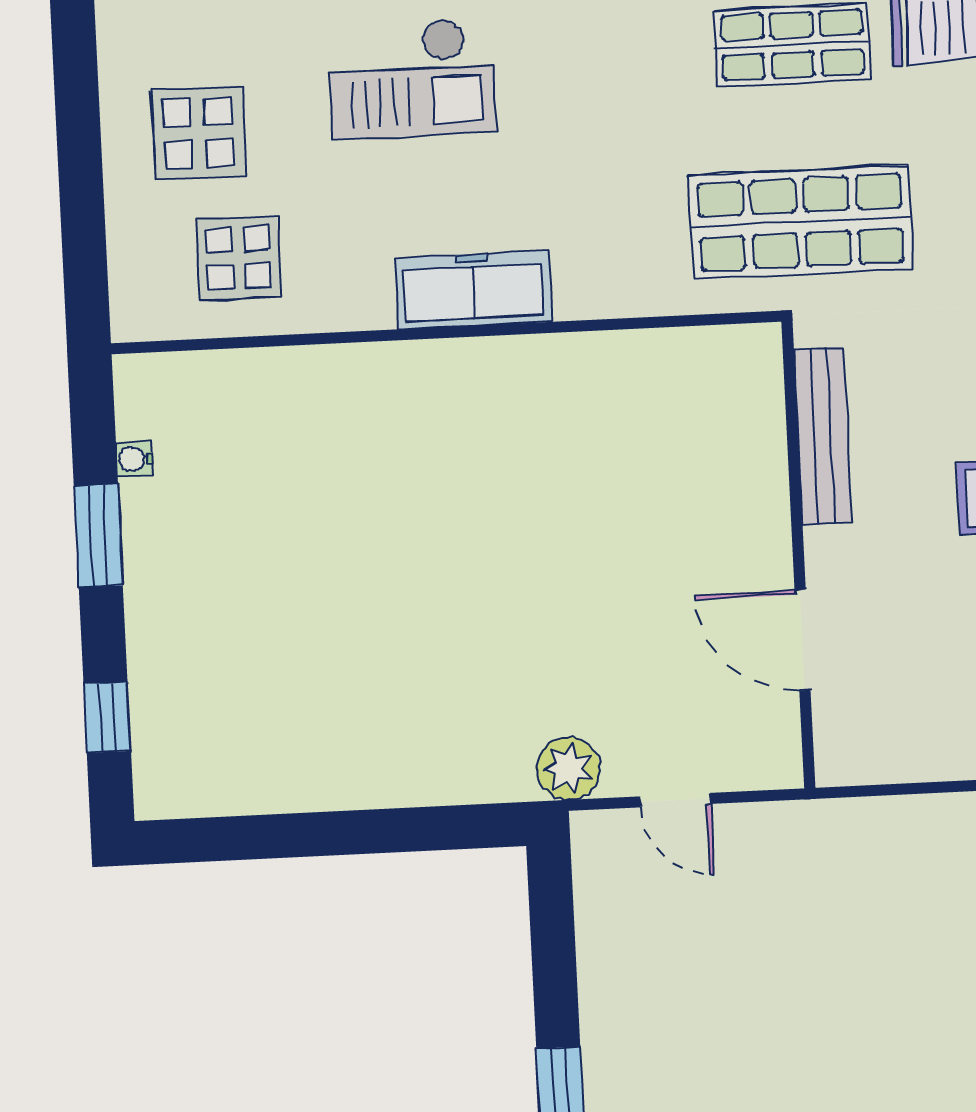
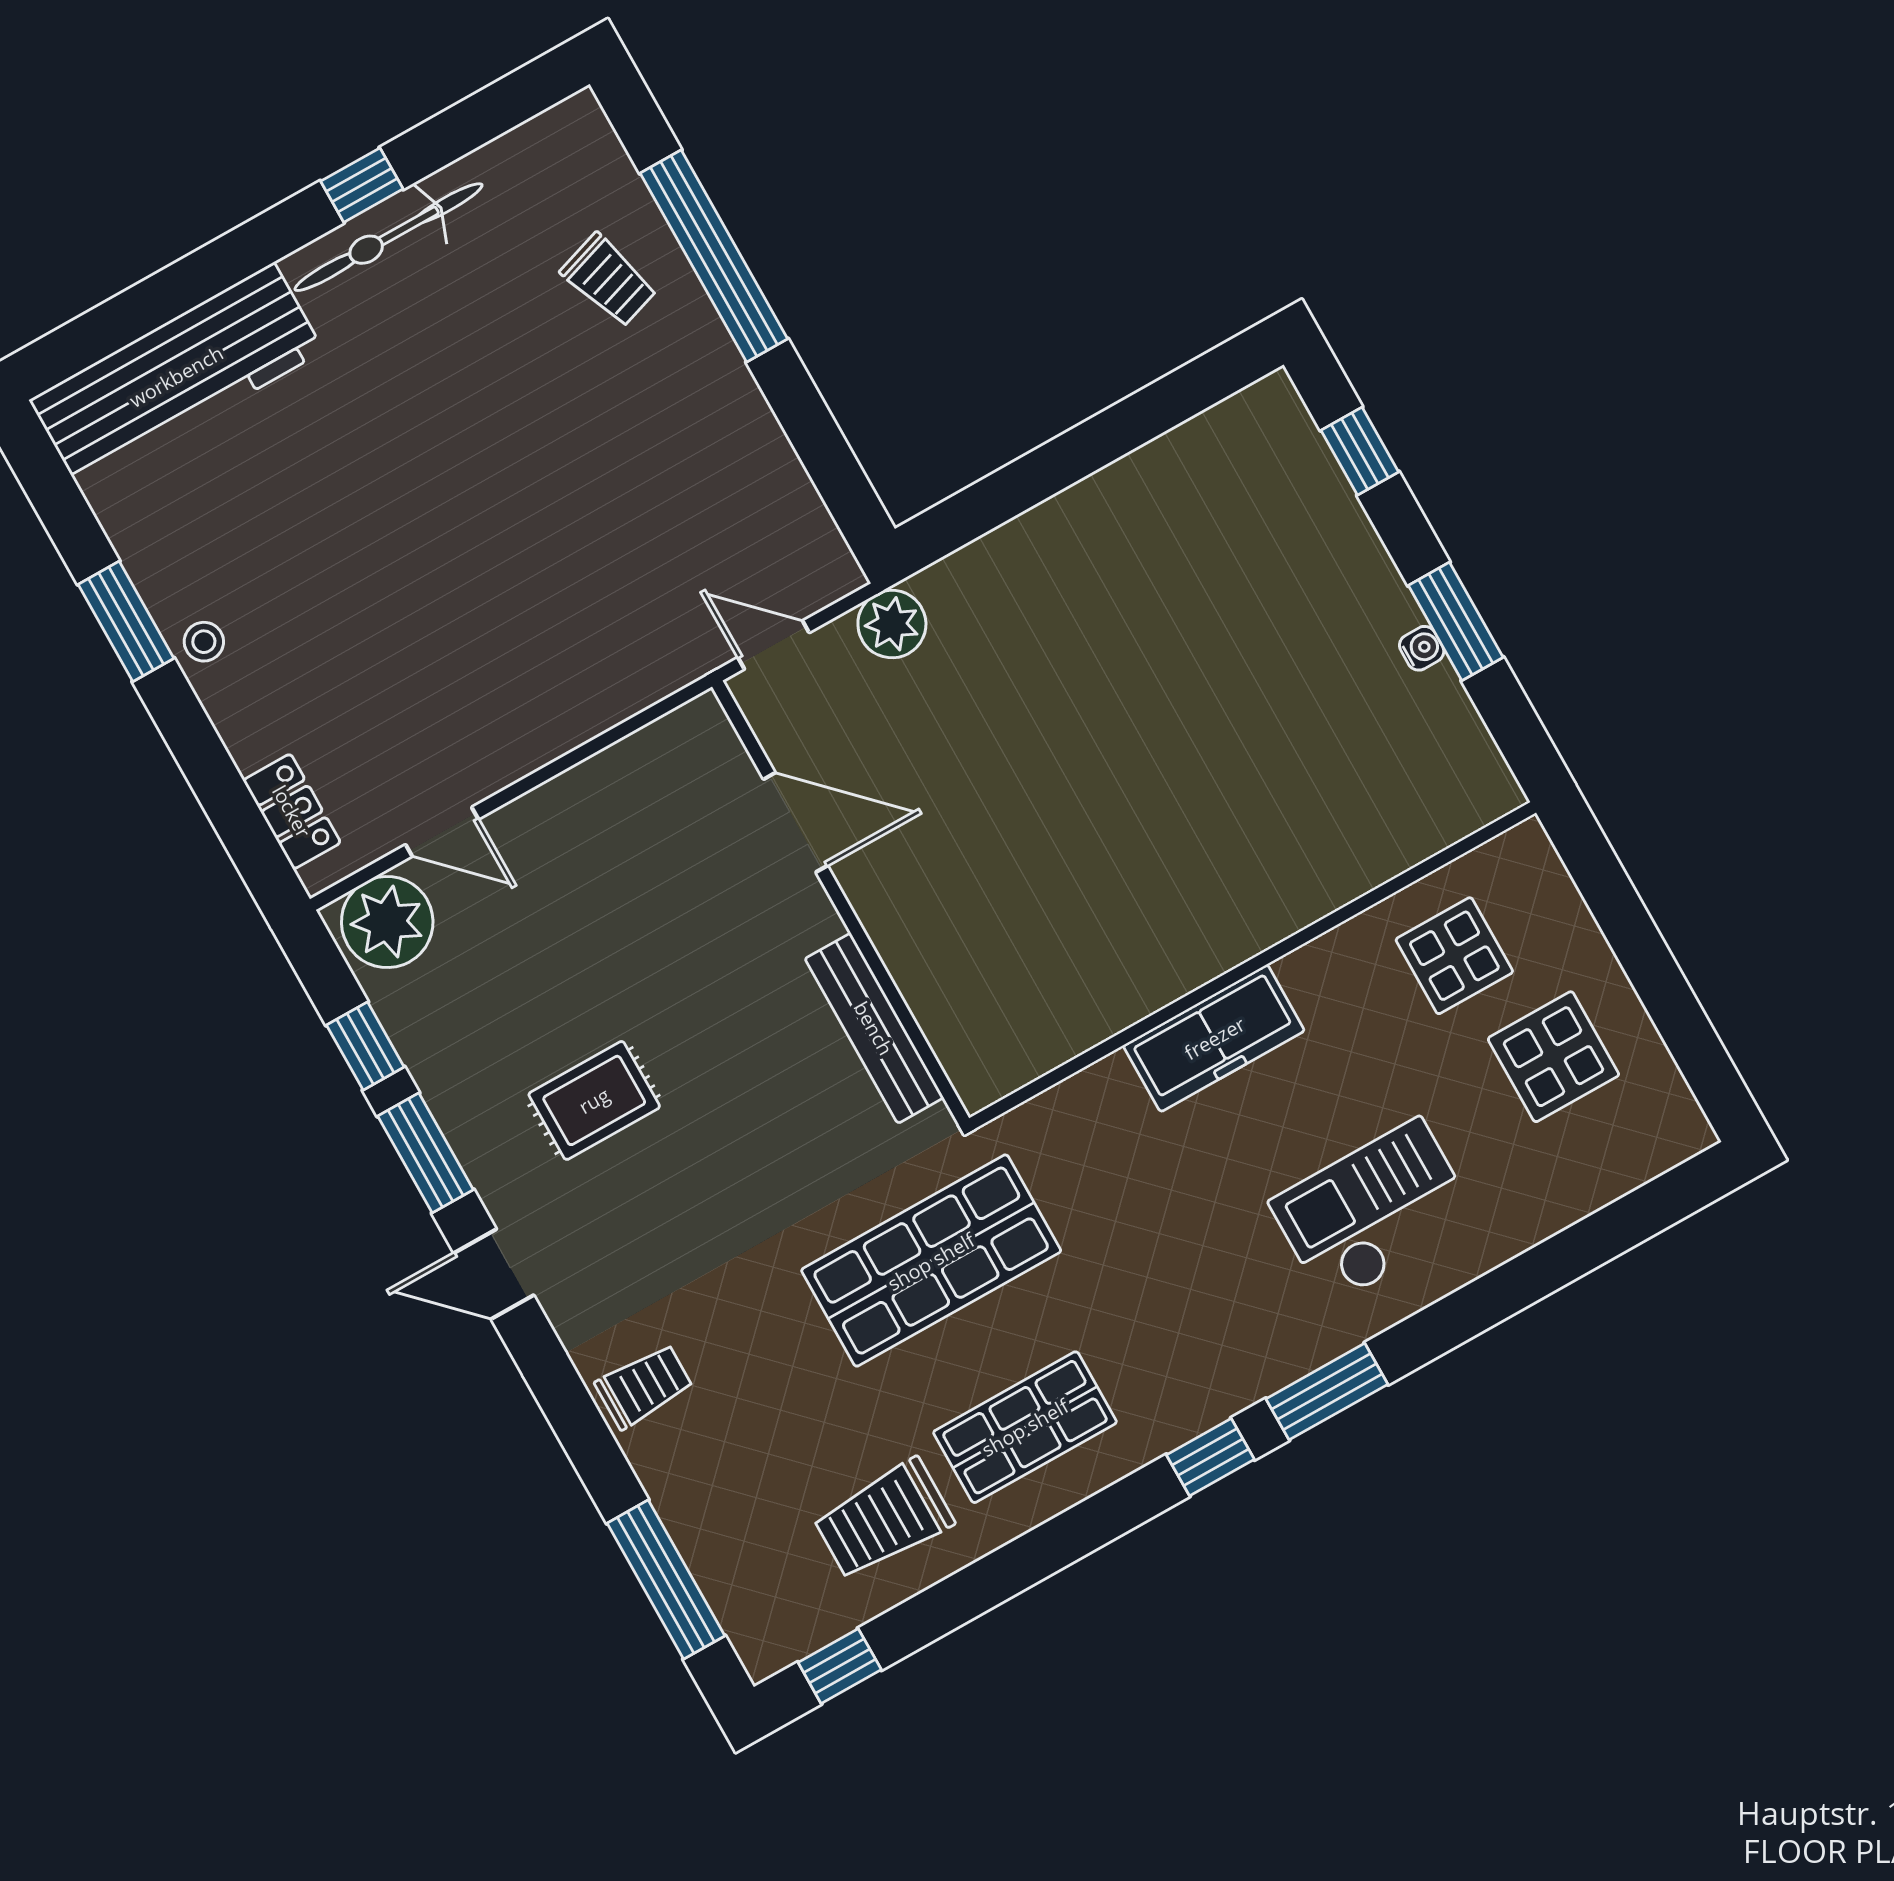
bench: (823, 436) -> (874, 1028), moved
water cooler: (134, 459) -> (1422, 648), moved
wall: (798, 555) -> (841, 902), moved
door: (803, 640) -> (796, 822), moved

